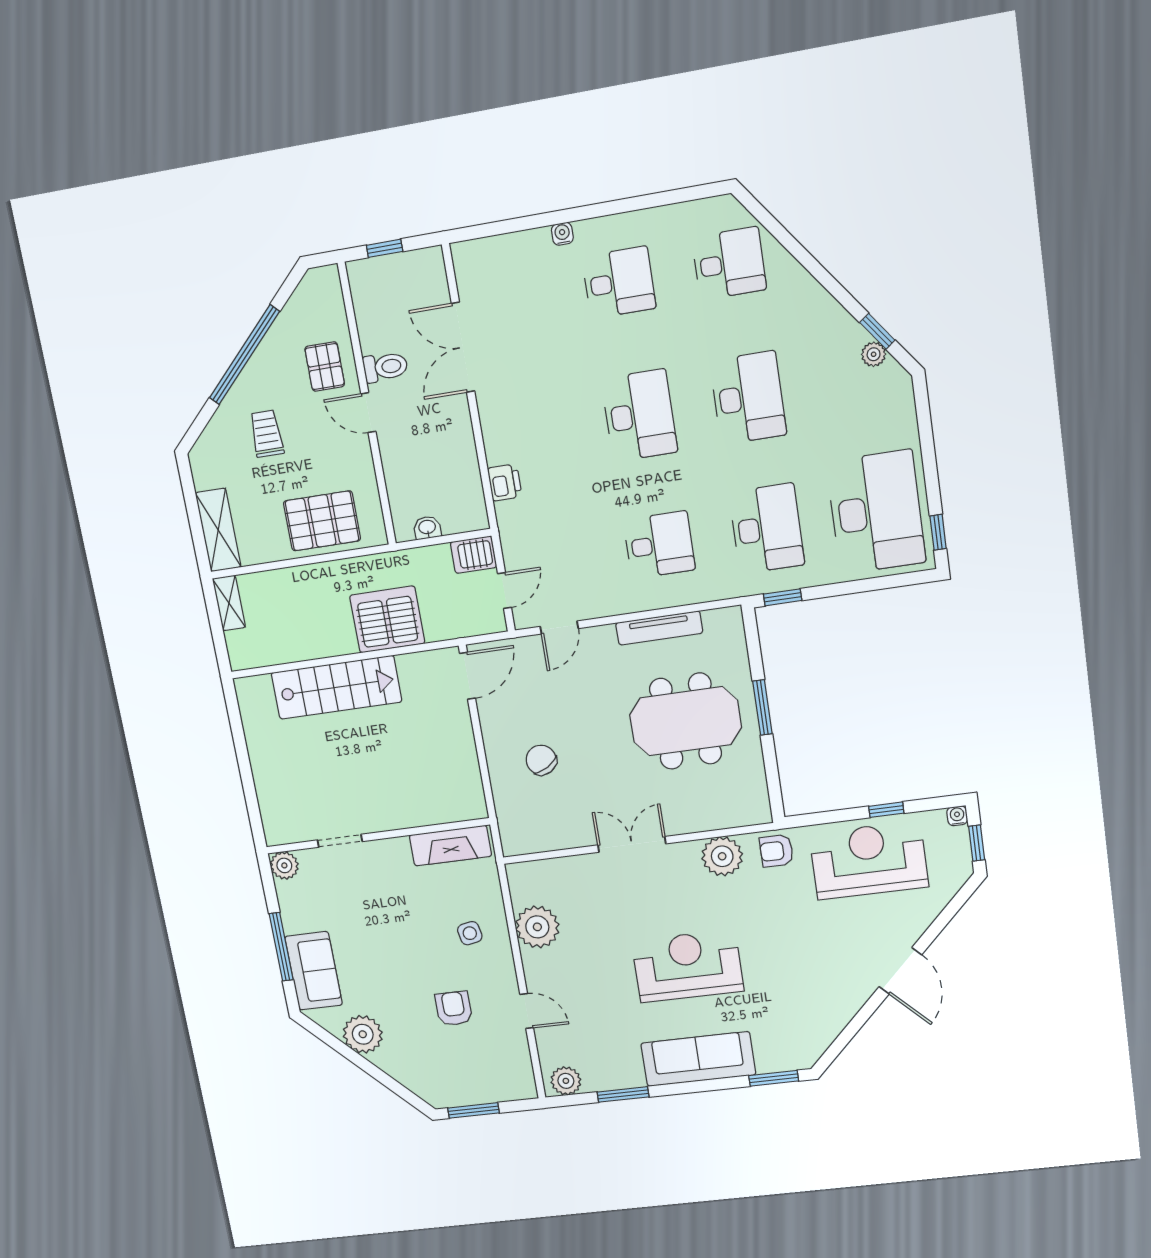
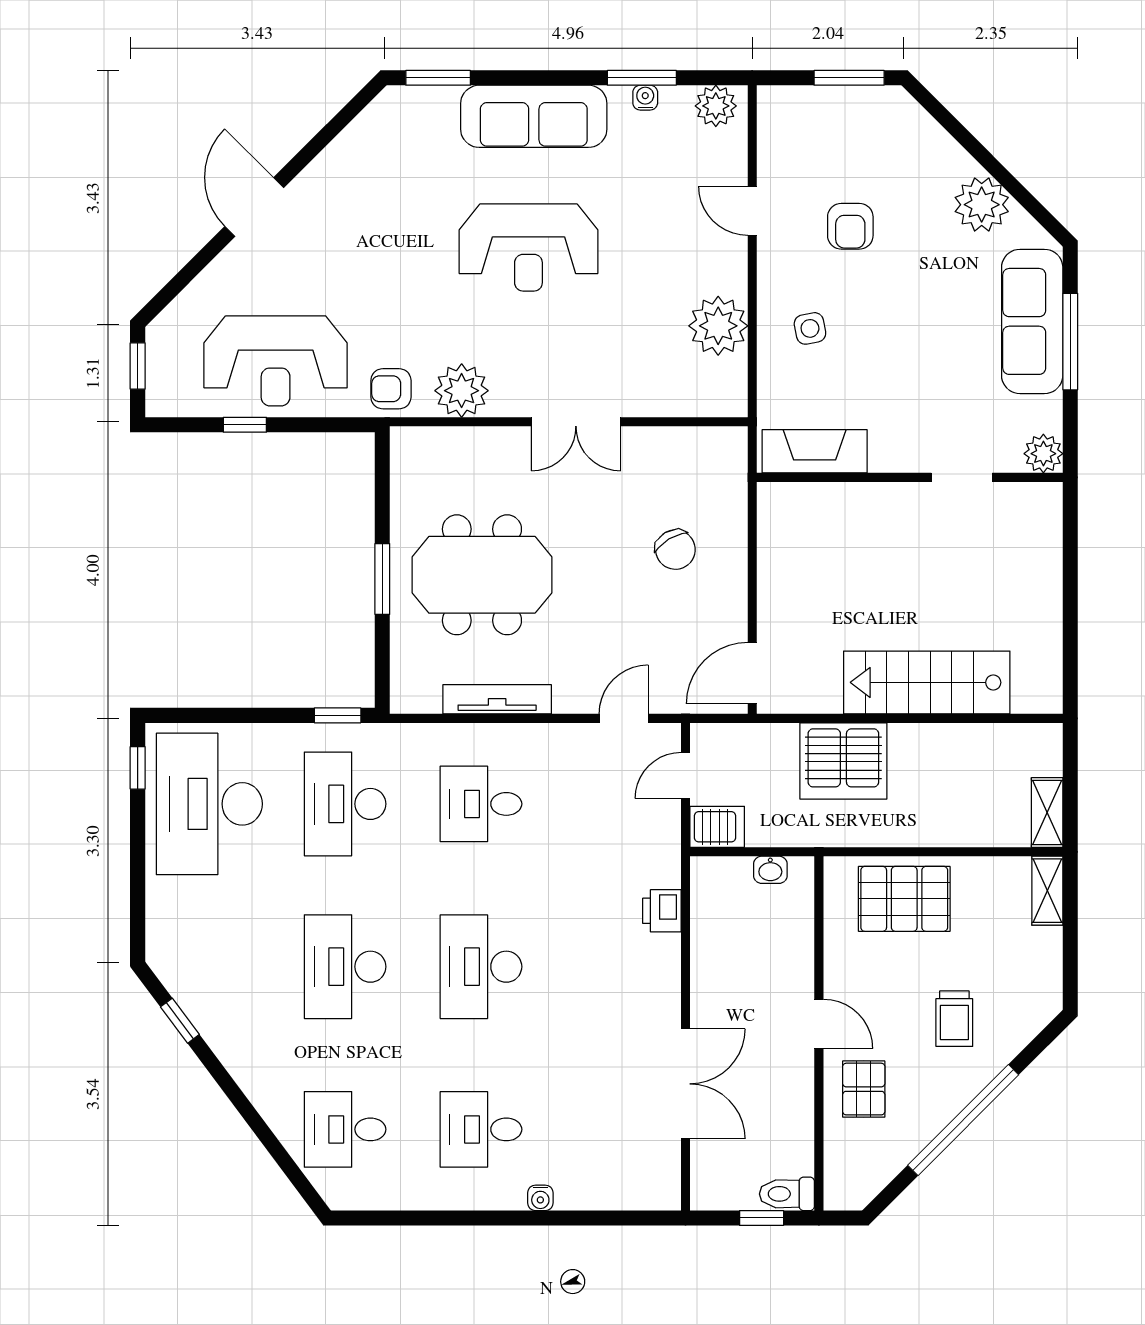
plant: (874, 354) -> (188, 994), removed
toilet: (385, 367) -> (787, 1194), moved
shelving: (218, 530) -> (1047, 891), width x0.67, depth x0.75
water cooler: (957, 816) -> (645, 98), moved, turned 180
armchair: (776, 851) -> (391, 389), turned 180
sofa: (314, 971) -> (1032, 321), width x1.36

